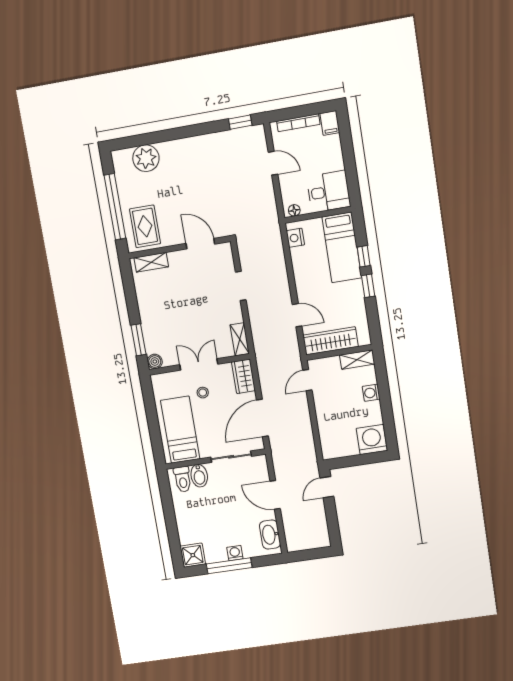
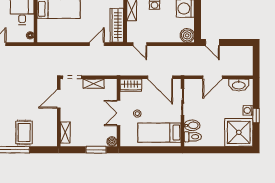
rug: (145, 226) -> (24, 132), turned 90
nightstand: (295, 238) -> (48, 37), removed
door: (200, 244) -> (59, 99), moved
wall: (179, 247) -> (59, 113), moved
shelving: (151, 262) -> (65, 133), moved
shelving: (240, 339) -> (94, 84), moved
boiler: (332, 448) -> (187, 35), added
shower: (193, 555) -> (239, 132), width x1.86, depth x1.86
window: (229, 566) -> (256, 116), width x0.46

